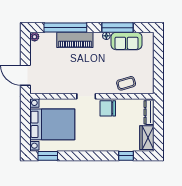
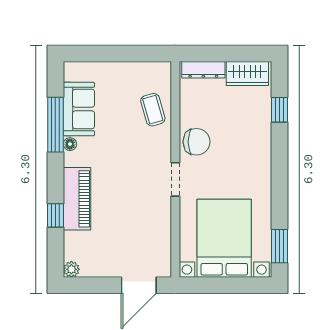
window: (65, 28) -> (55, 215), width x0.32
chair: (108, 108) -> (197, 142), turned -90

